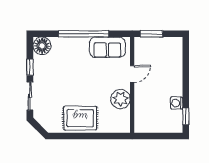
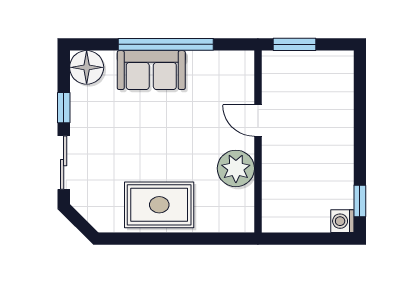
sofa: (107, 47) -> (151, 70), moved
door: (132, 74) -> (258, 121), swing flipped
washing machine: (177, 103) -> (342, 221), moved

